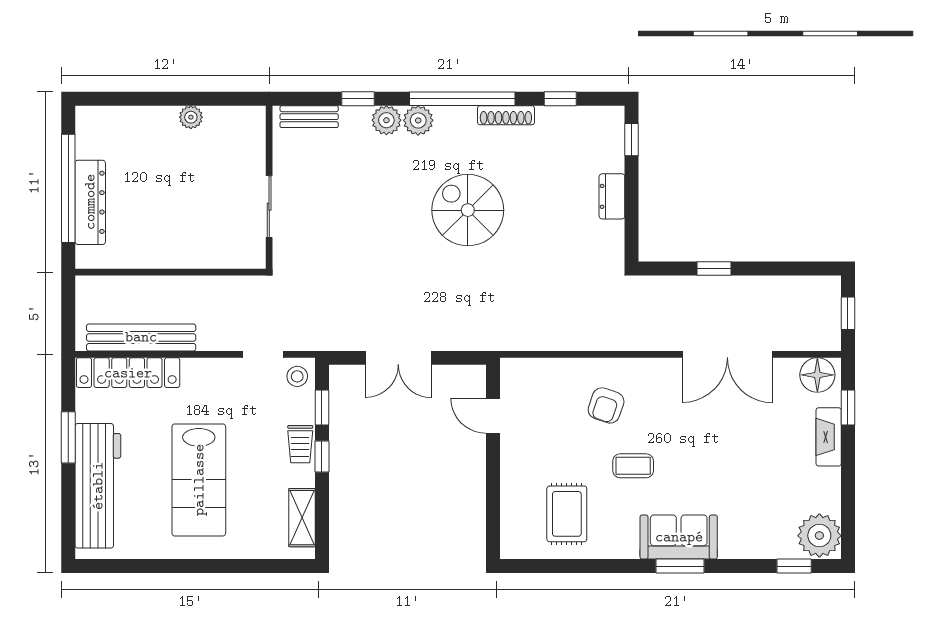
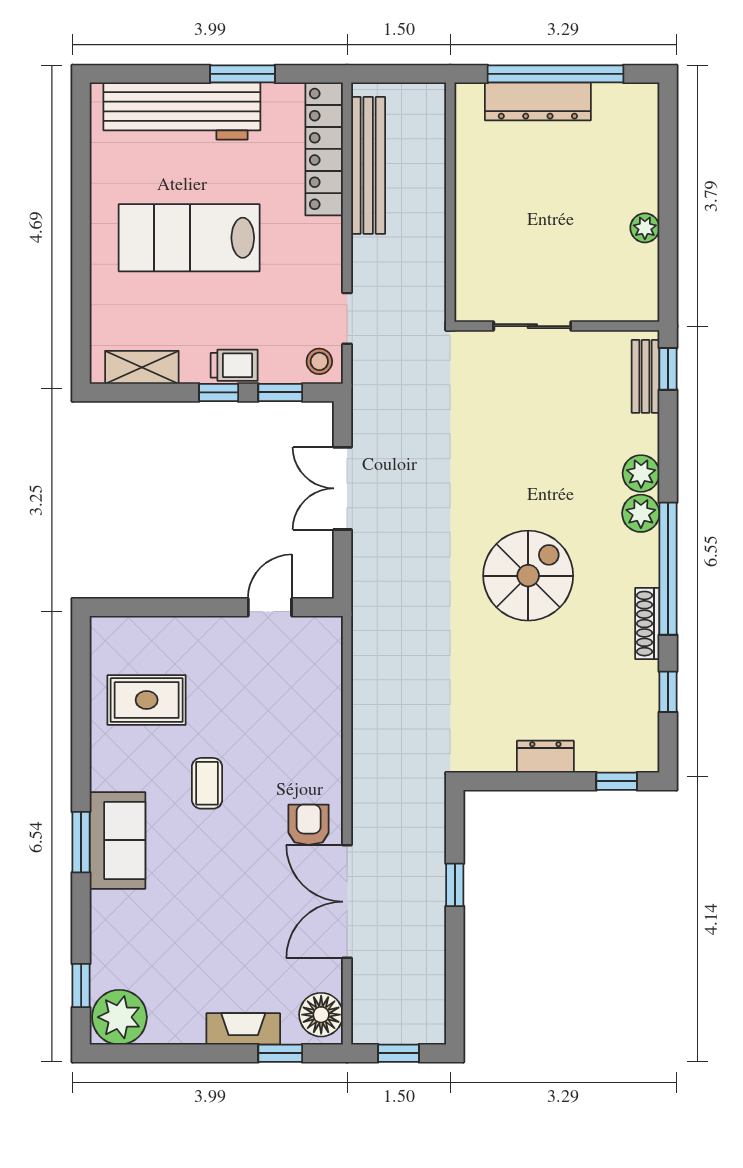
window: (358, 99) -> (668, 369), moved
armchair: (606, 405) -> (309, 825), moved, turned 71
trolley: (300, 444) -> (234, 365), turned 180

